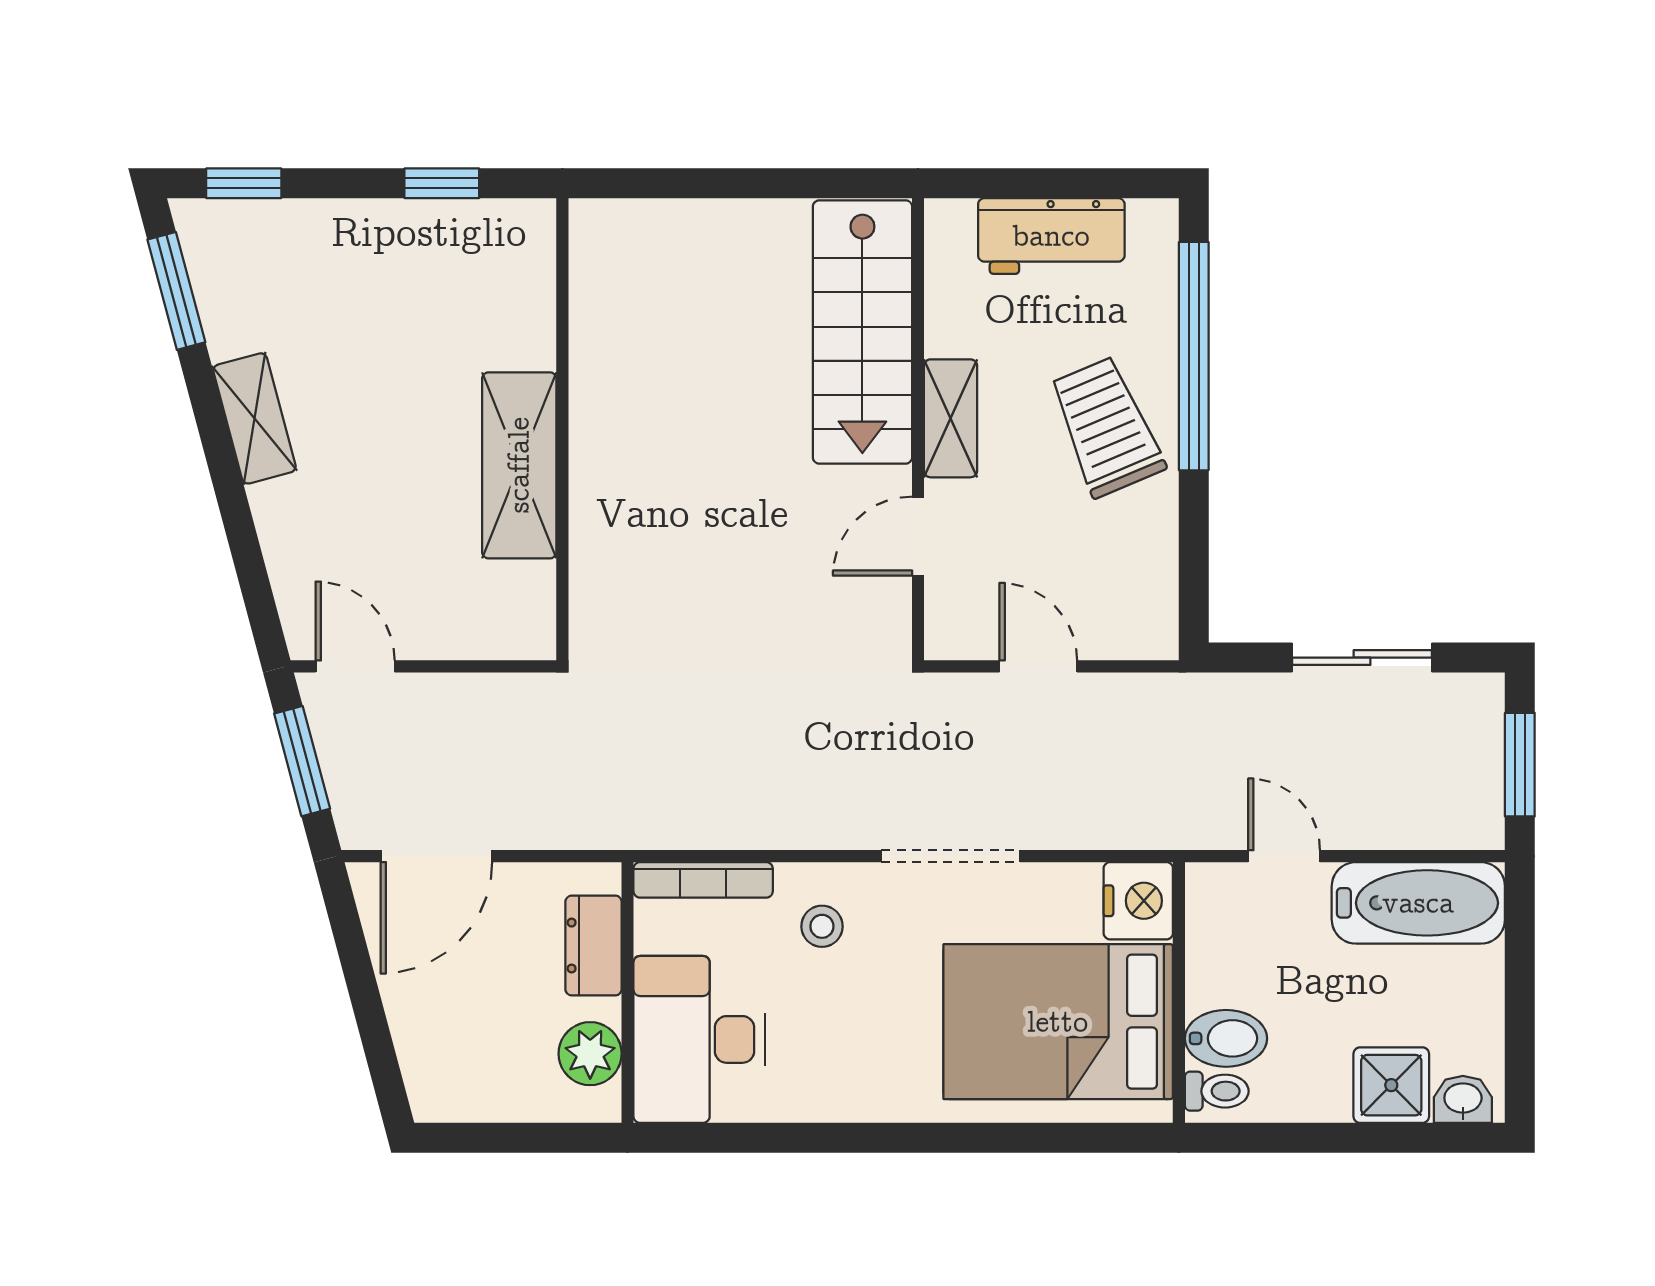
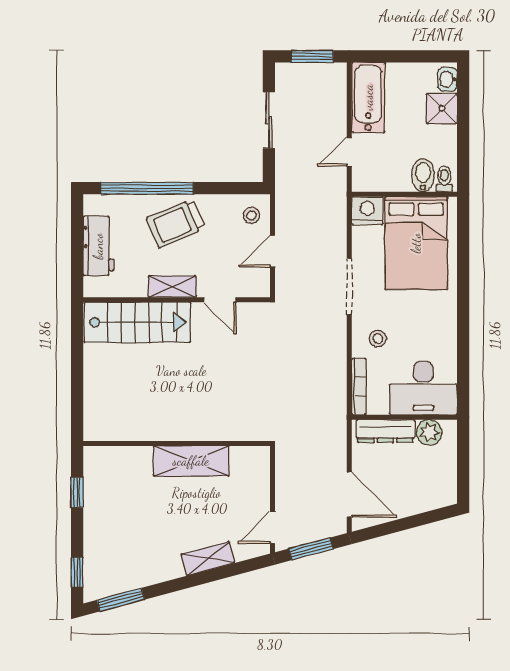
shelving: (254, 418) -> (208, 559), moved
stool: (1127, 614) -> (251, 215), added
dresser: (594, 946) -> (385, 431), width x1.44

